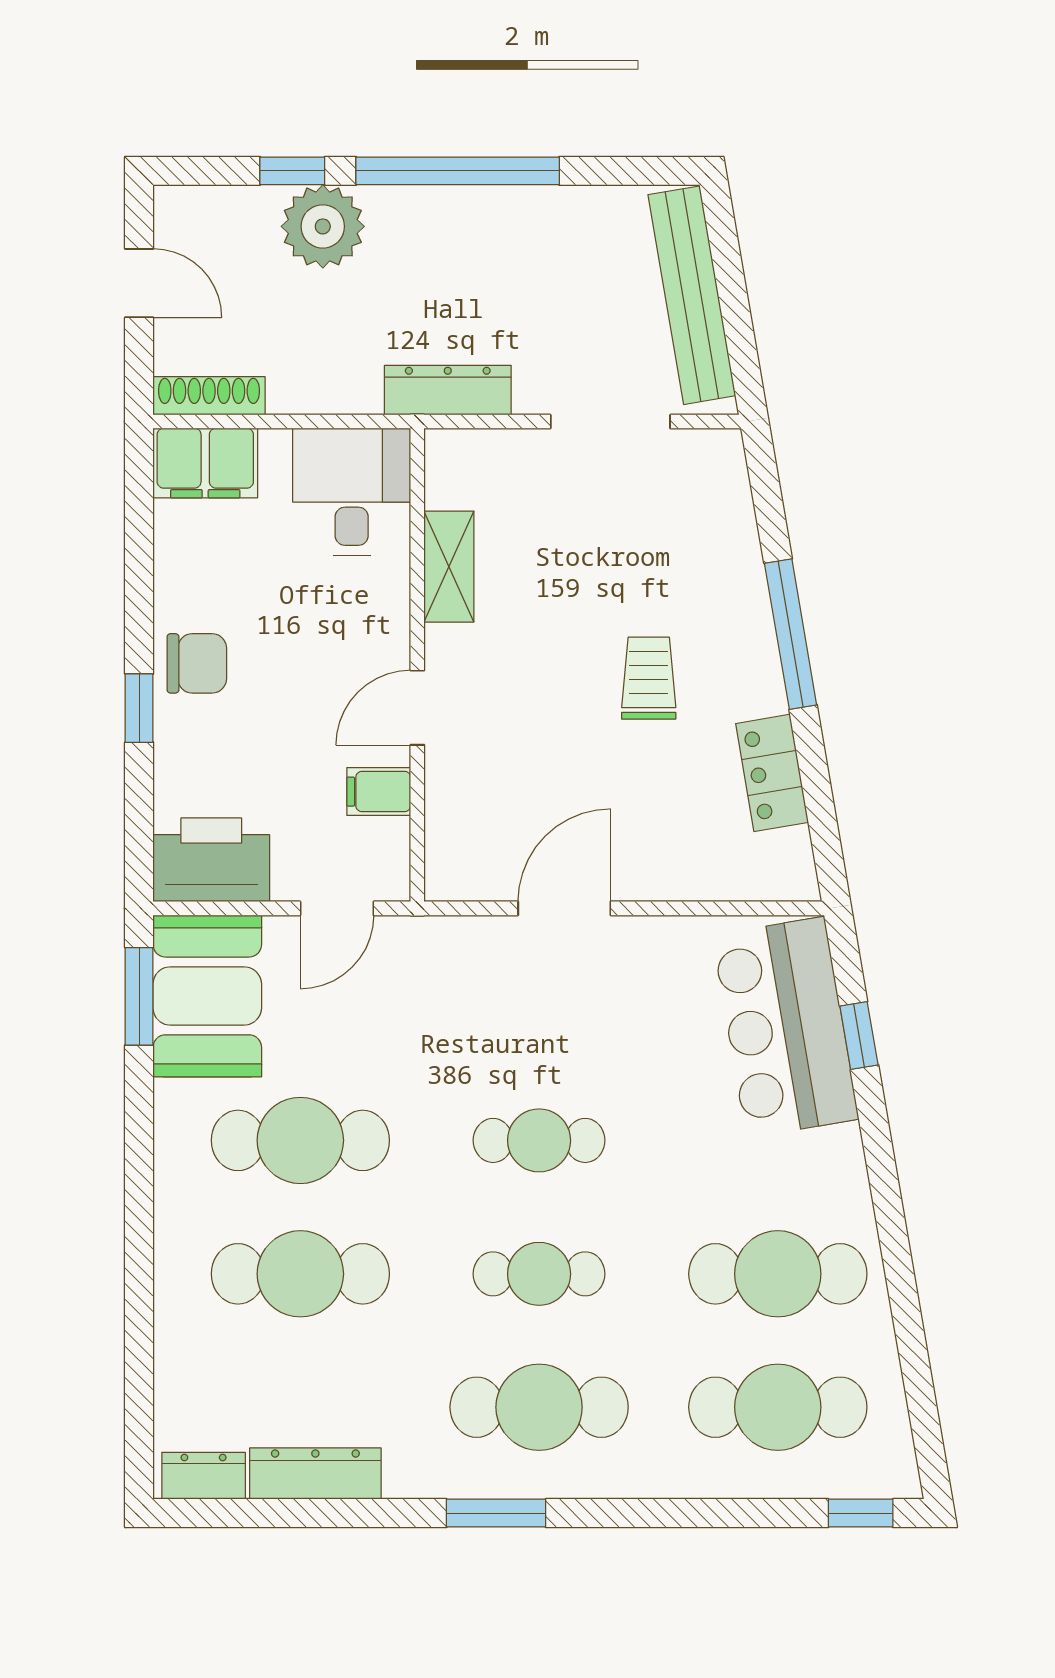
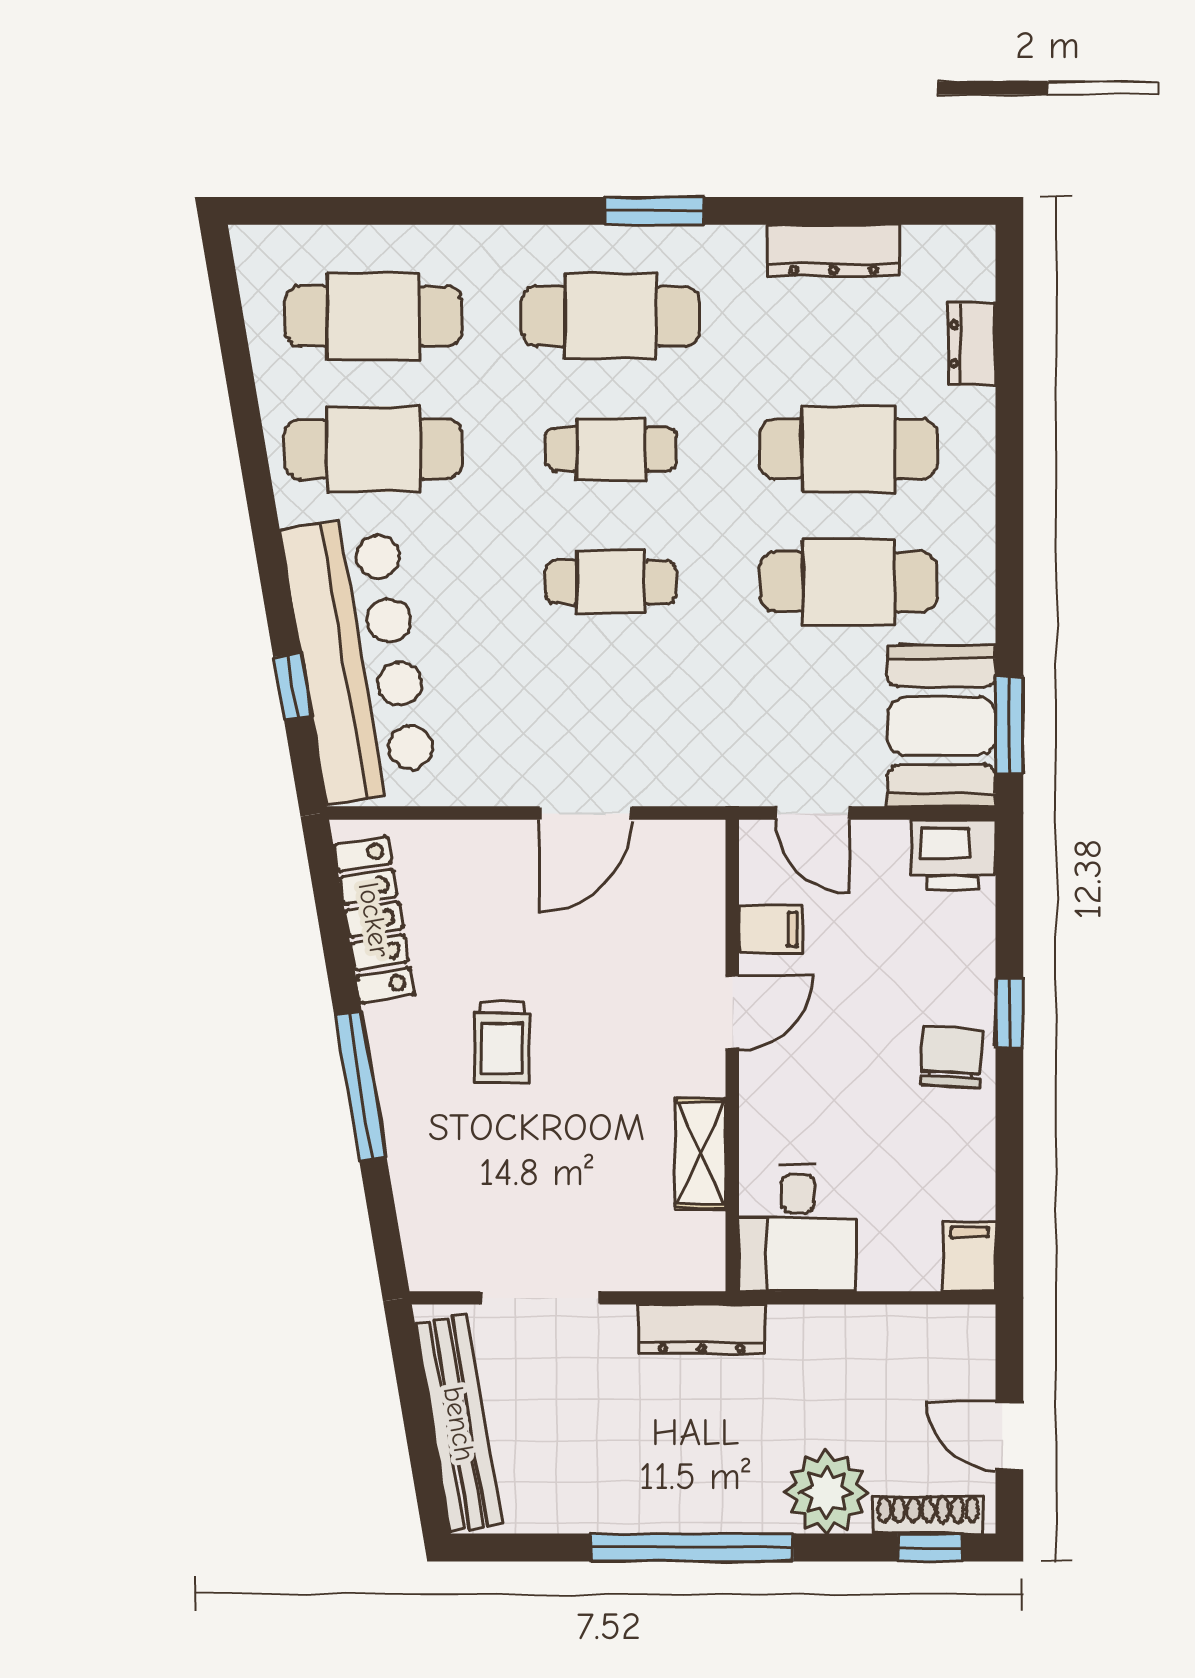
window: (292, 171) -> (930, 1547), moved
shoe rack: (209, 396) -> (928, 1515), moved, turned 180
filing cabinet: (205, 463) -> (969, 1257), width x0.50
chair: (197, 663) -> (952, 1057), turned 94
locker: (772, 773) -> (374, 920), width x1.53
printer: (211, 860) -> (953, 855), width x0.73, depth x0.84
door: (337, 908) -> (812, 813), swing flipped
bar counter: (785, 1027) -> (359, 658), width x1.36
dresser: (204, 1476) -> (972, 344), moved, turned 90
window: (861, 1513) -> (291, 211), removed

